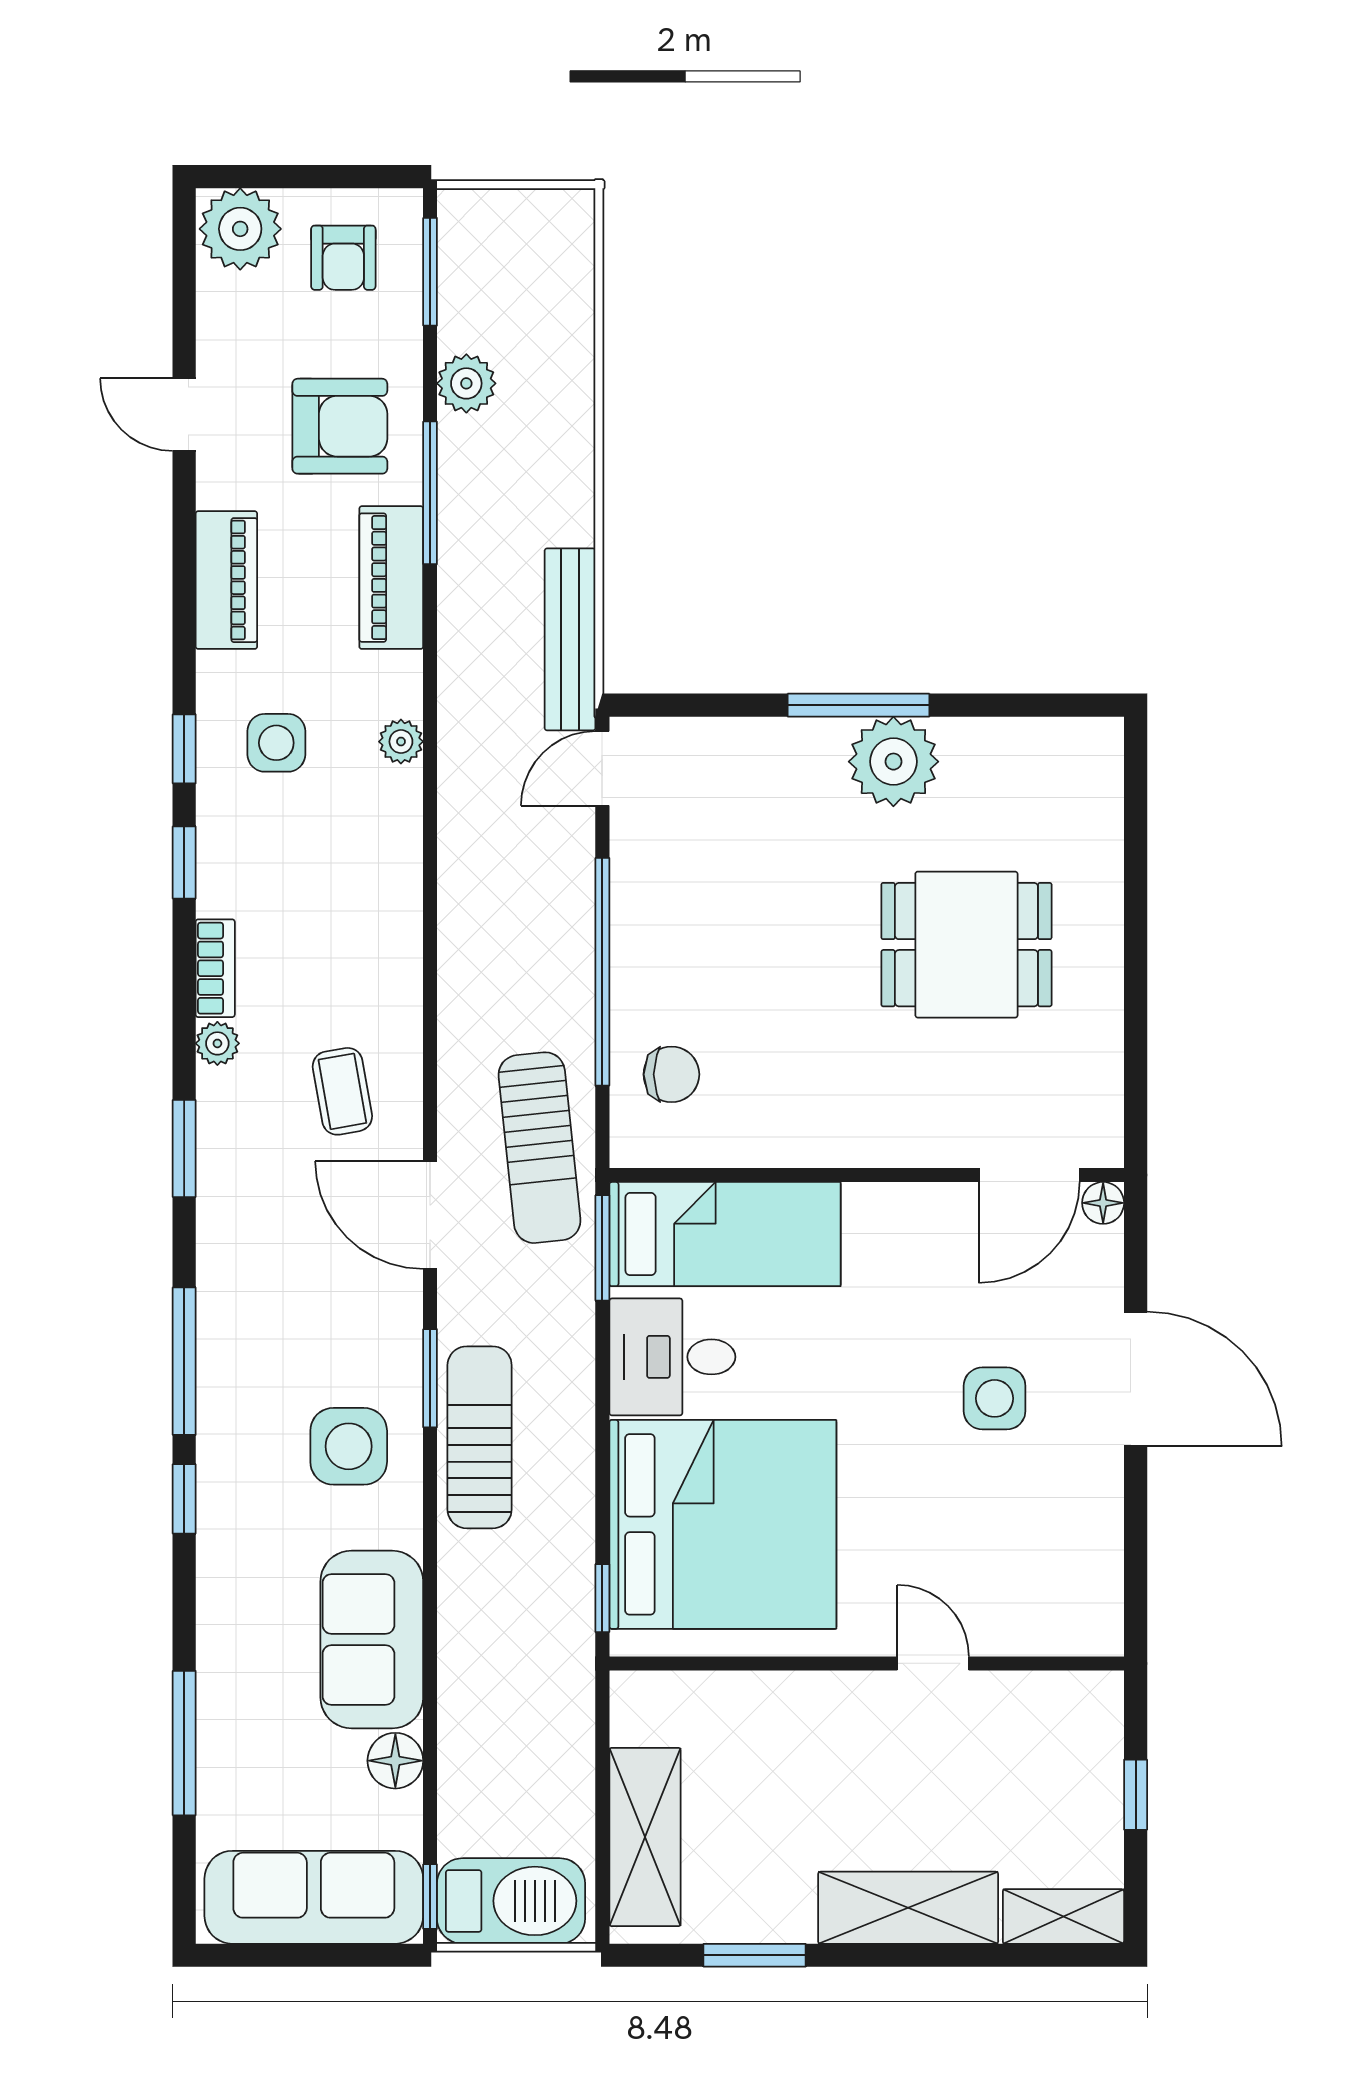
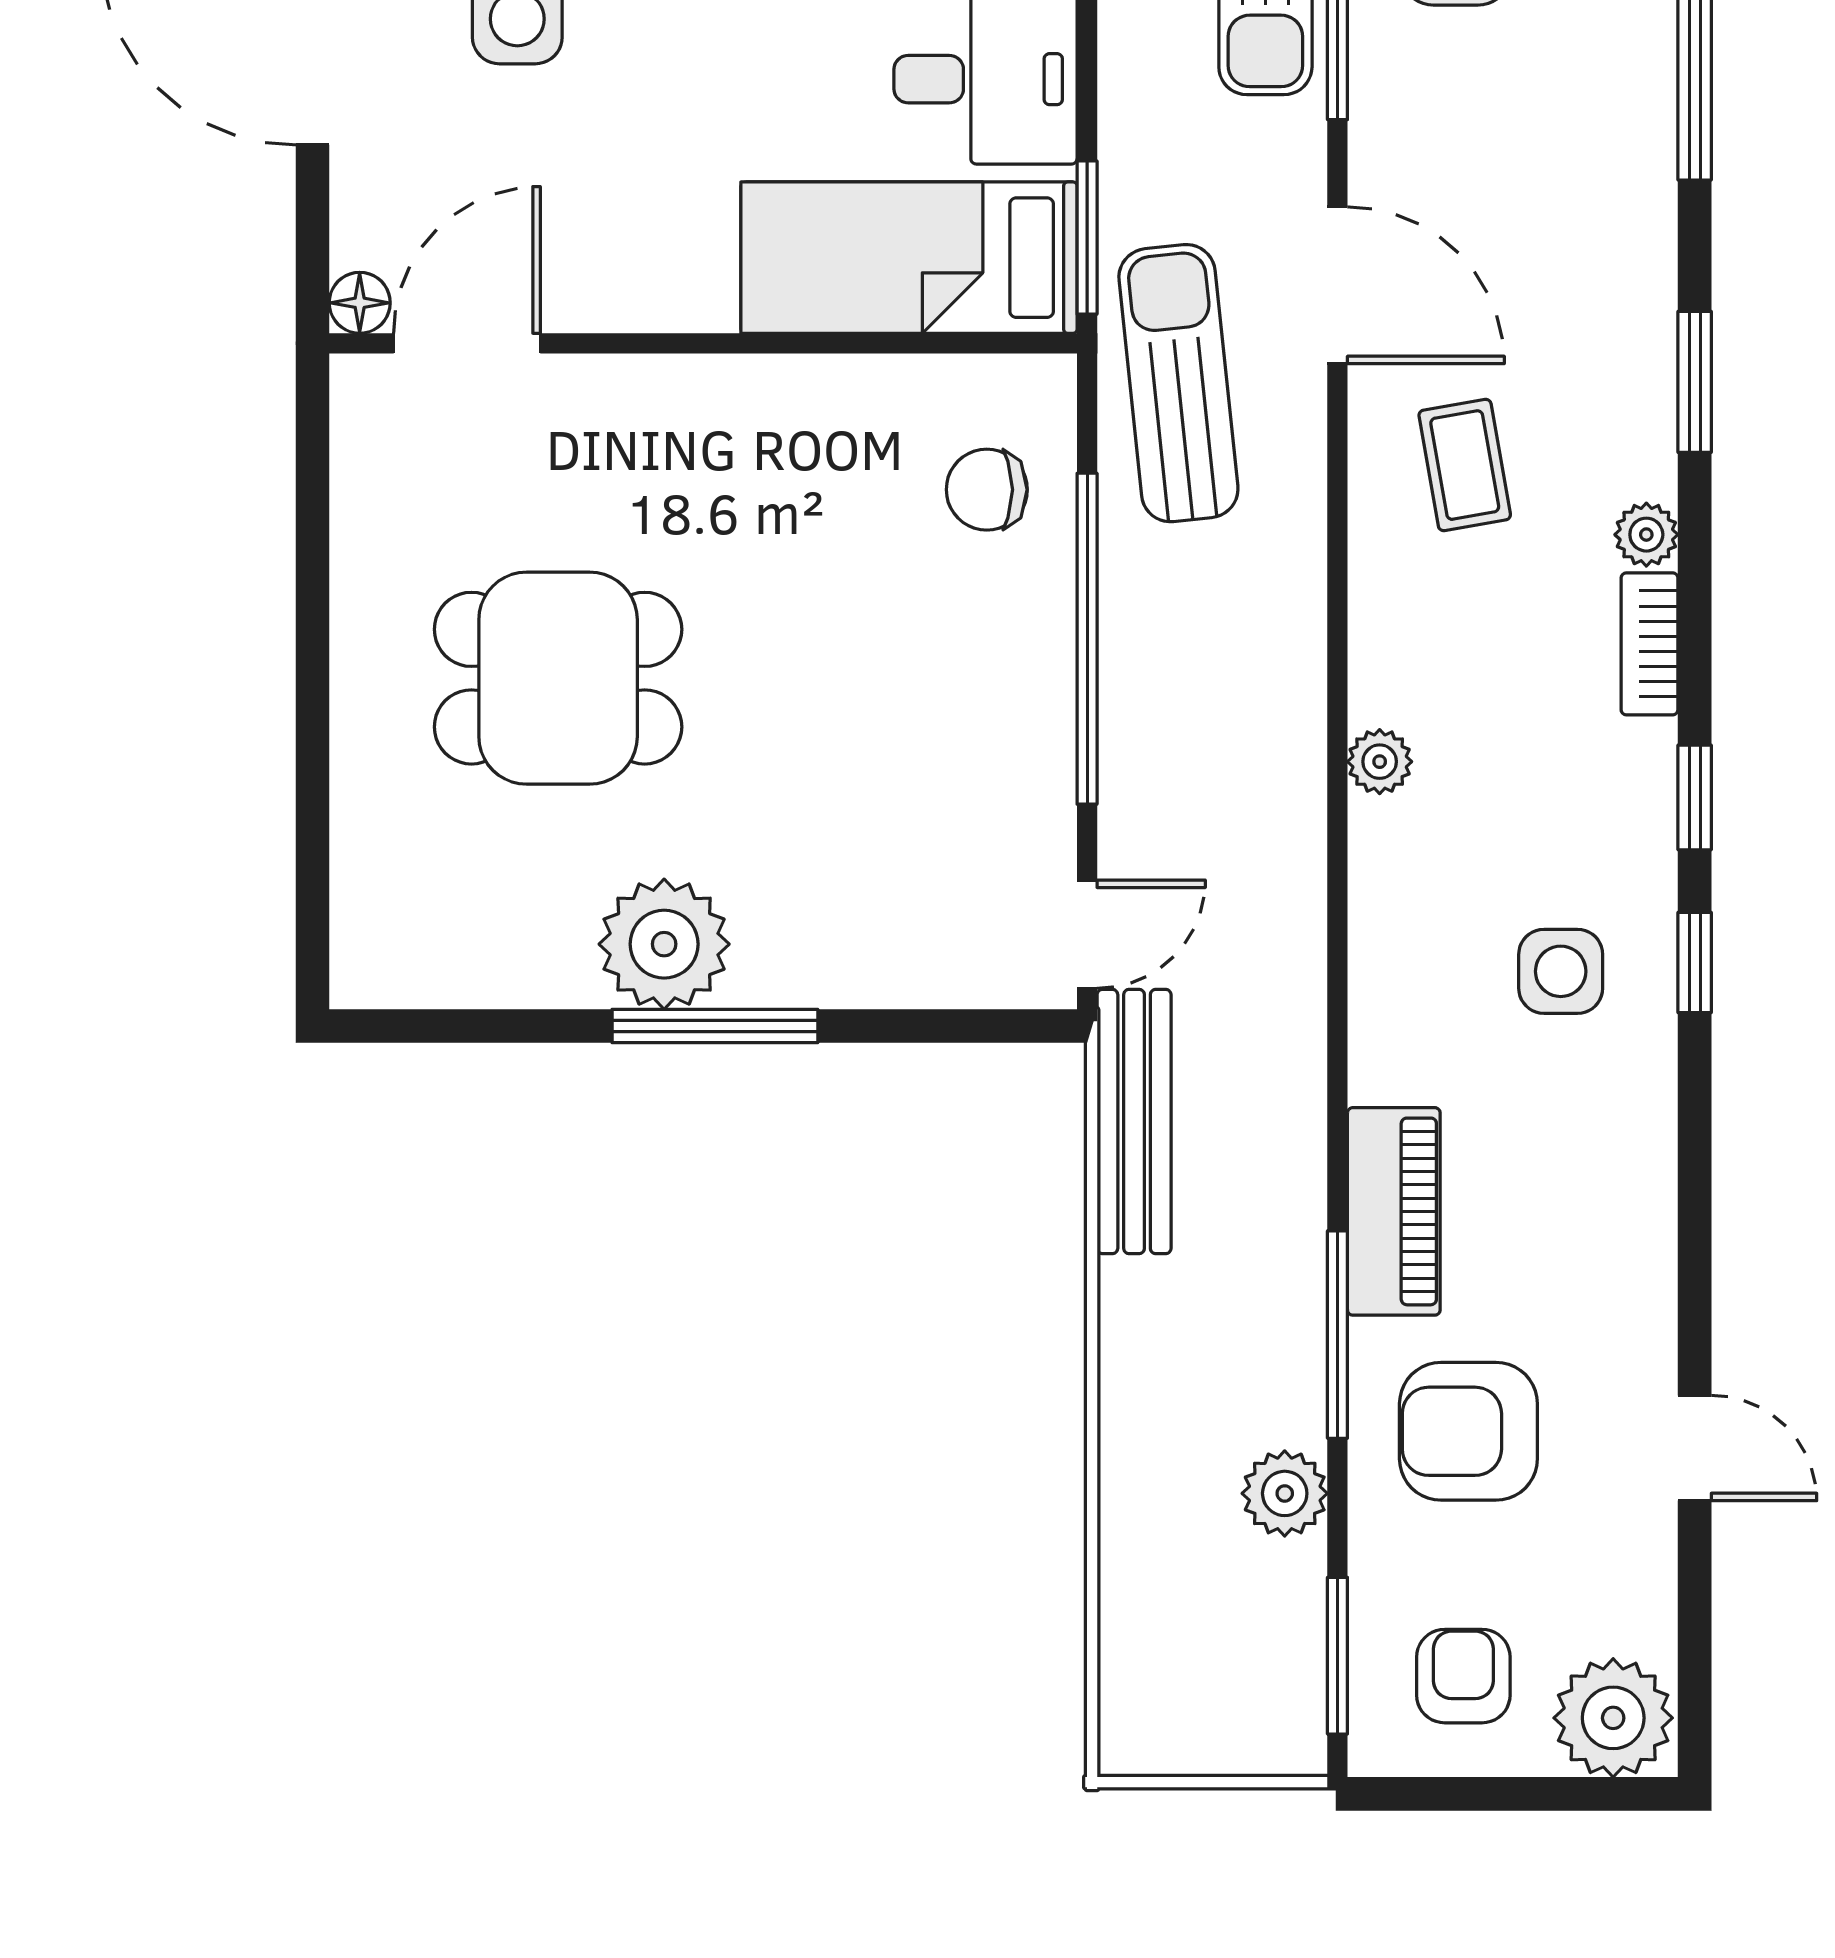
piano: (226, 580) -> (1633, 1208), removed
plant: (401, 742) -> (1380, 762), moved

